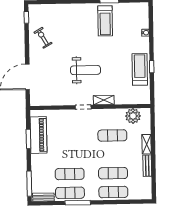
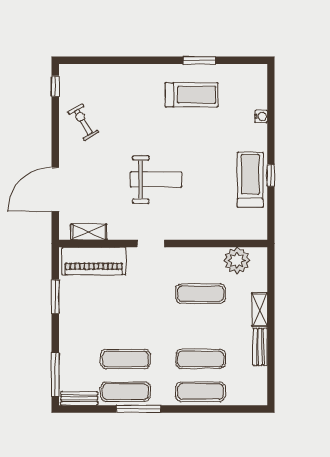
treadmill: (105, 21) -> (192, 95), turned -90
shelving: (104, 100) -> (89, 232), moved
piano: (38, 135) -> (94, 261), moved, turned 90

